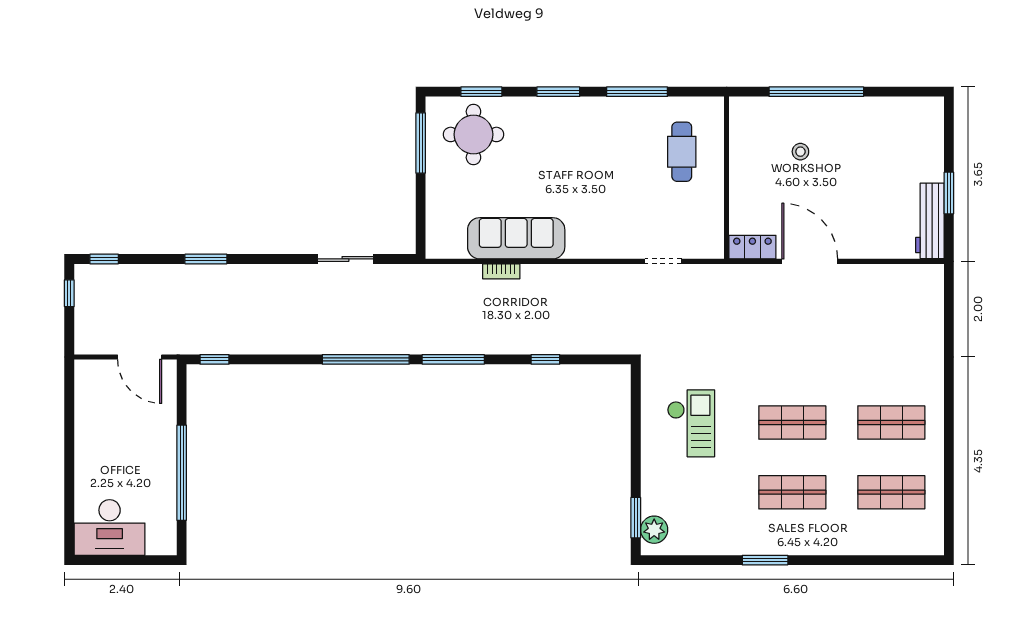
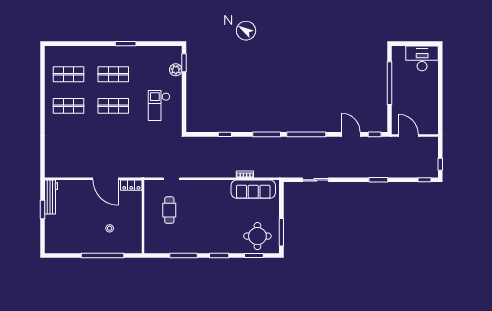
cafe table: (682, 152) -> (169, 210), moved
sofa: (516, 238) -> (253, 189), moved
door: (267, 359) -> (351, 134), added
plant: (654, 530) -> (176, 70), moved

